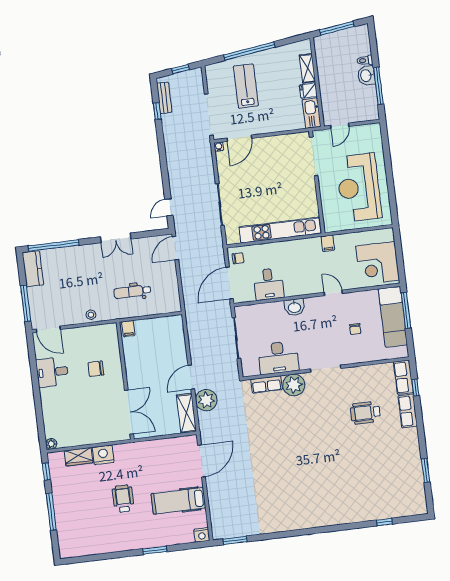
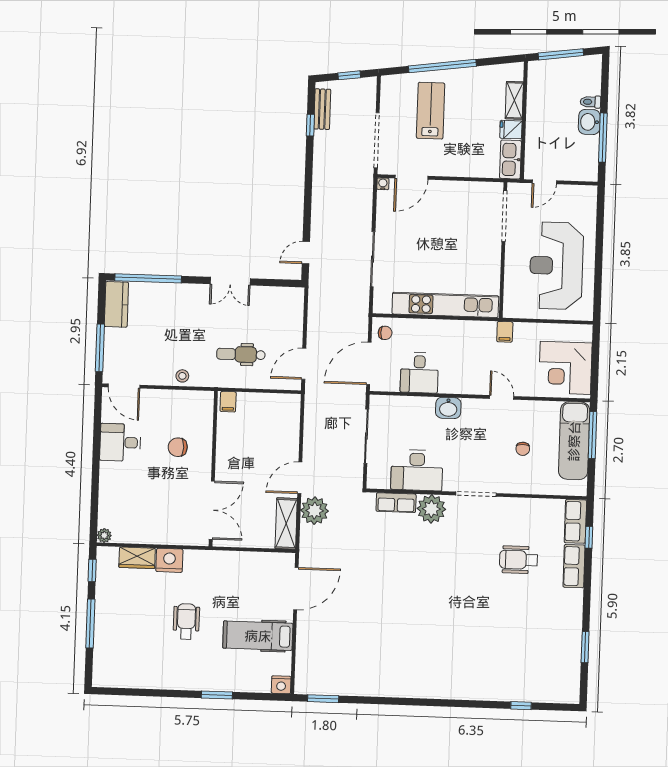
door: (175, 248) -> (304, 364), moved

